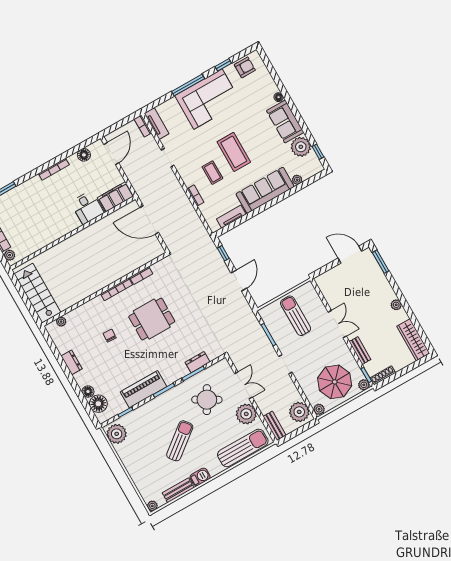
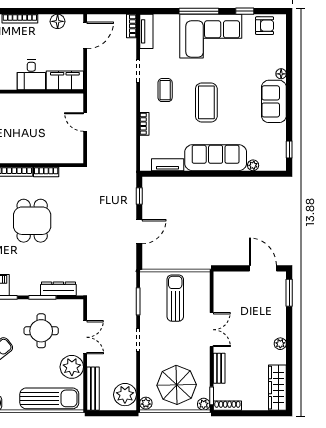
plant: (301, 147) -> (275, 135), removed
coffee table: (212, 173) -> (165, 90), moved
door: (149, 220) -> (85, 122), width x0.53
dining table: (152, 319) -> (32, 221), turned 90
dresser: (198, 362) -> (58, 289), width x1.44
round table: (207, 400) -> (41, 331), turned -30
bench: (275, 426) -> (93, 389), width x1.36

